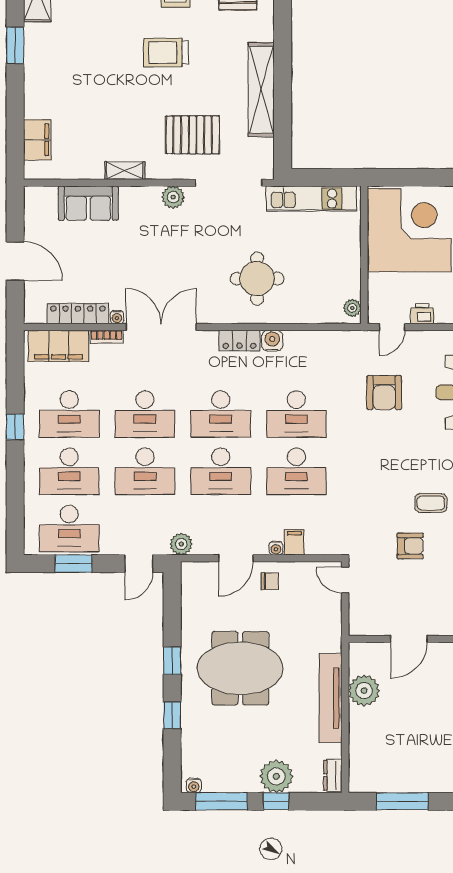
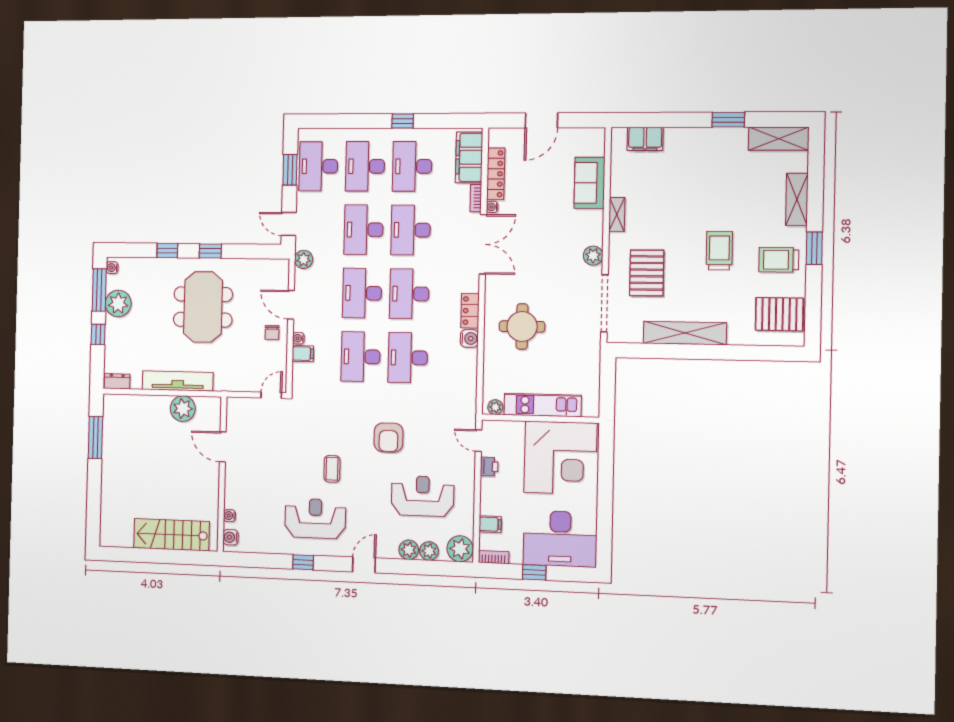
kitchen unit: (311, 199) -> (543, 405), moved, turned 90
armchair: (384, 393) -> (389, 438), moved, turned -90
armchair: (410, 546) -> (297, 450), removed
plant: (276, 776) -> (118, 303), moved

